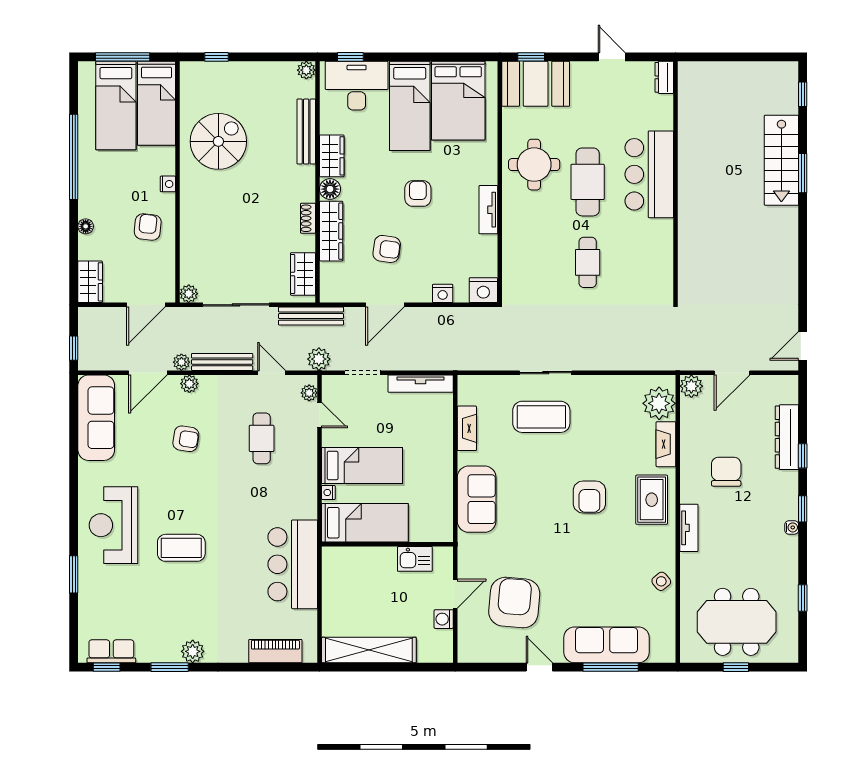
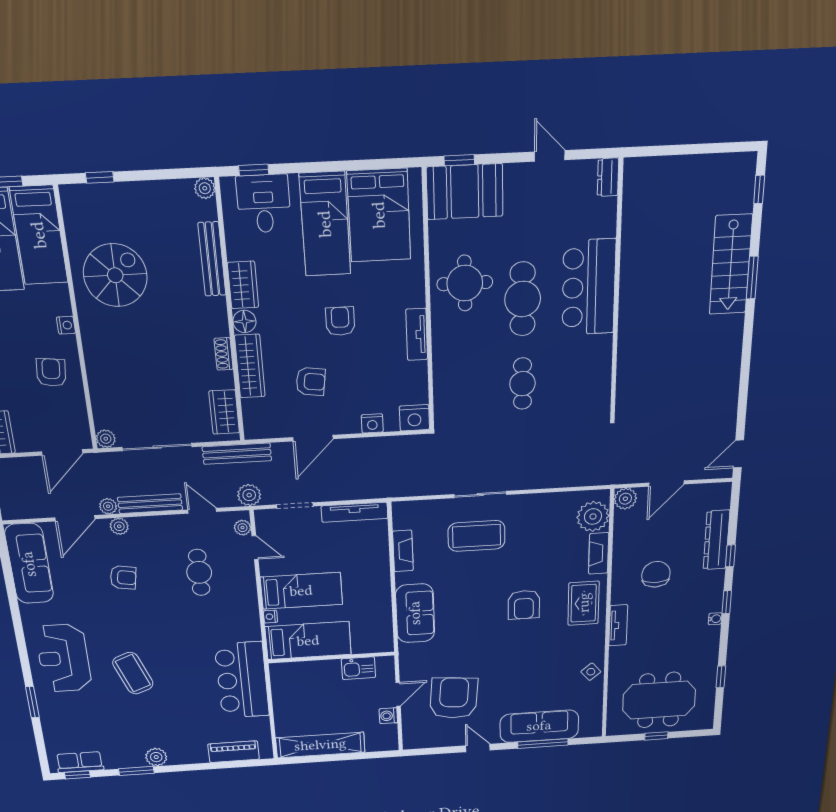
desk: (357, 86) -> (264, 204), width x0.73
coffee table: (181, 548) -> (133, 673), turned 69

